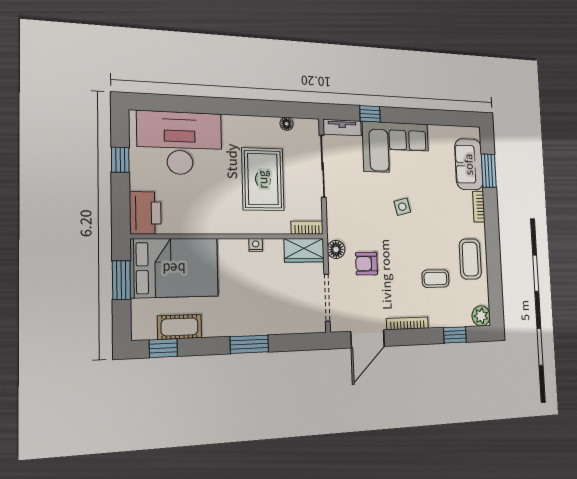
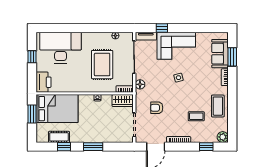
floor lamp: (336, 249) -> (140, 84), moved
window: (163, 348) -> (64, 147), moved

